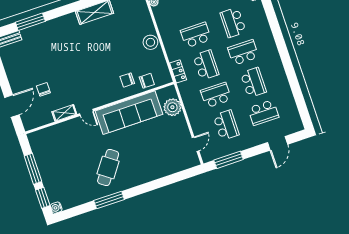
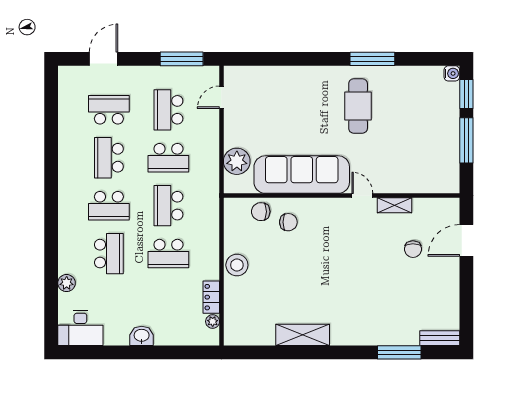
locker: (178, 71) -> (211, 297), moved
cafe table: (108, 167) -> (358, 106), turned -36

